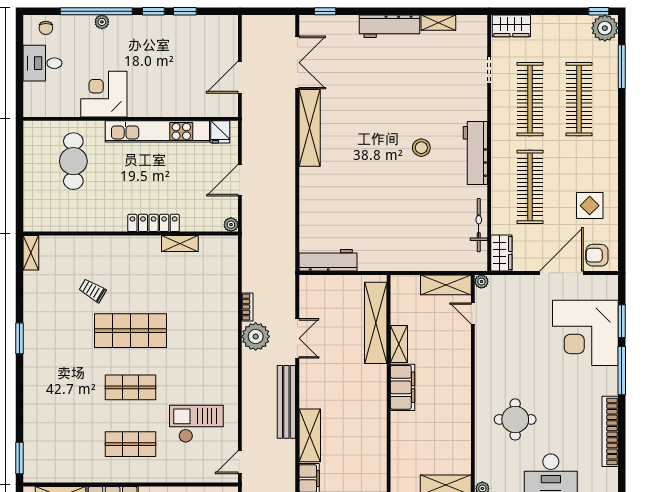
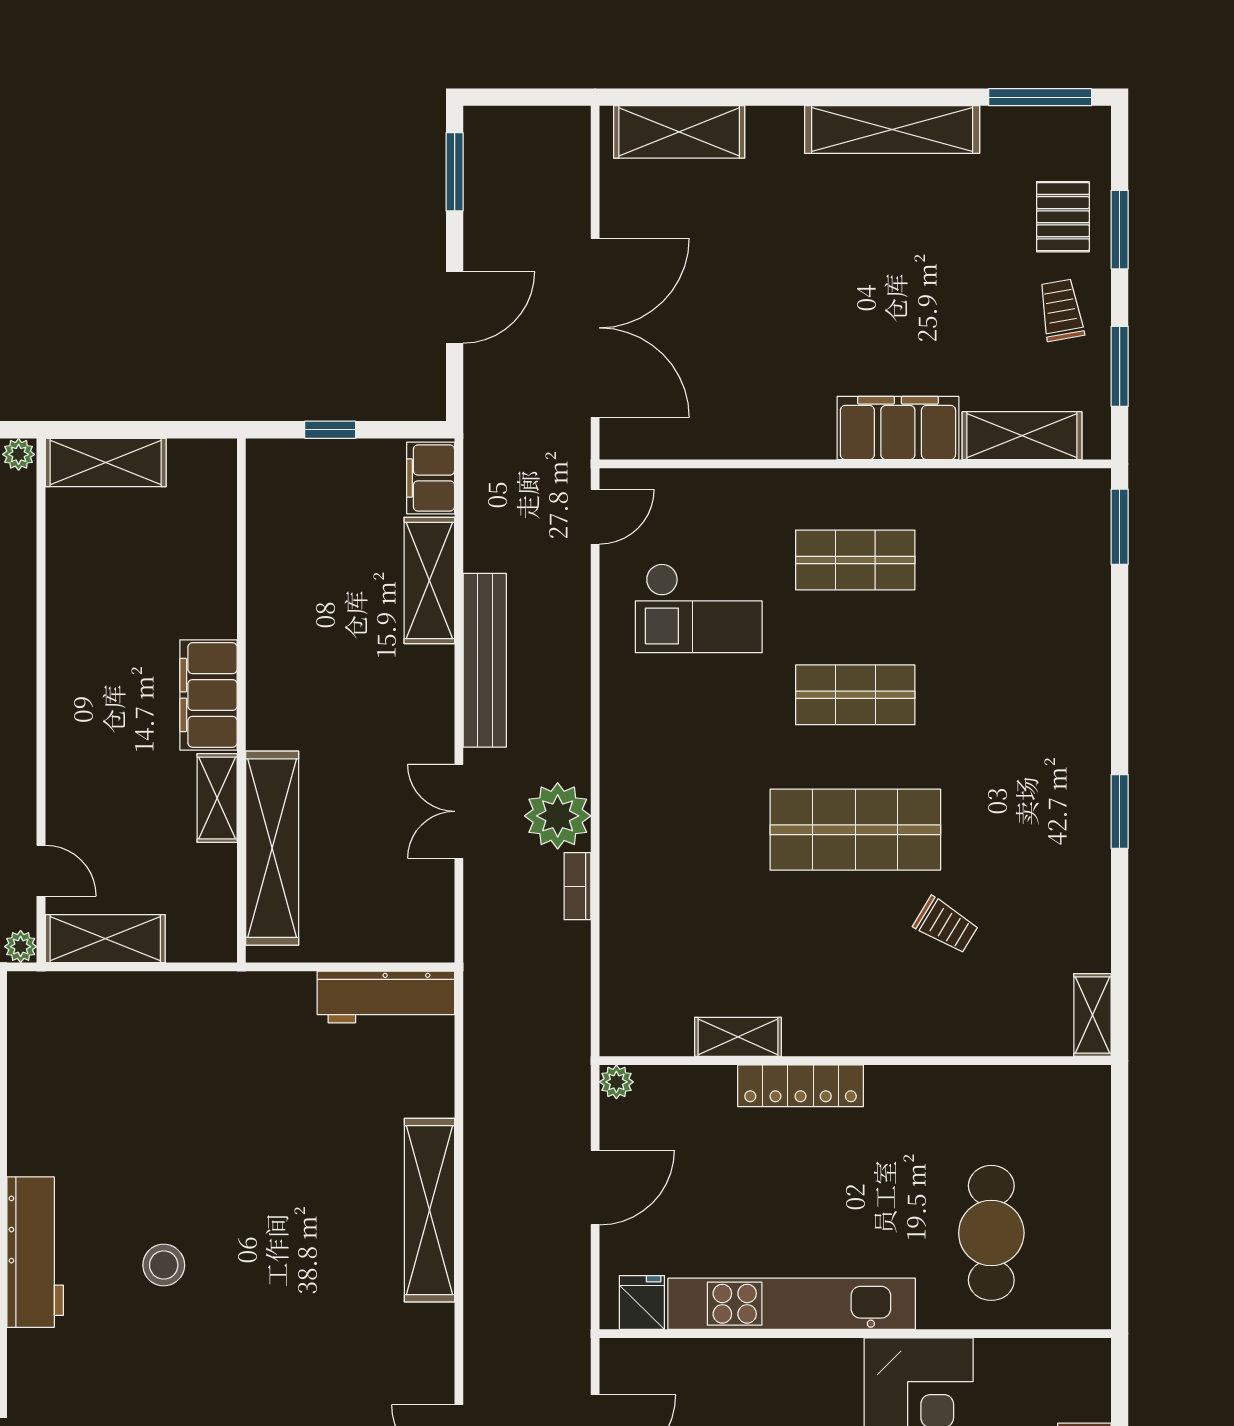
shelving: (310, 128) -> (430, 1210), moved
bicycle: (479, 225) -> (27, 1081), removed

